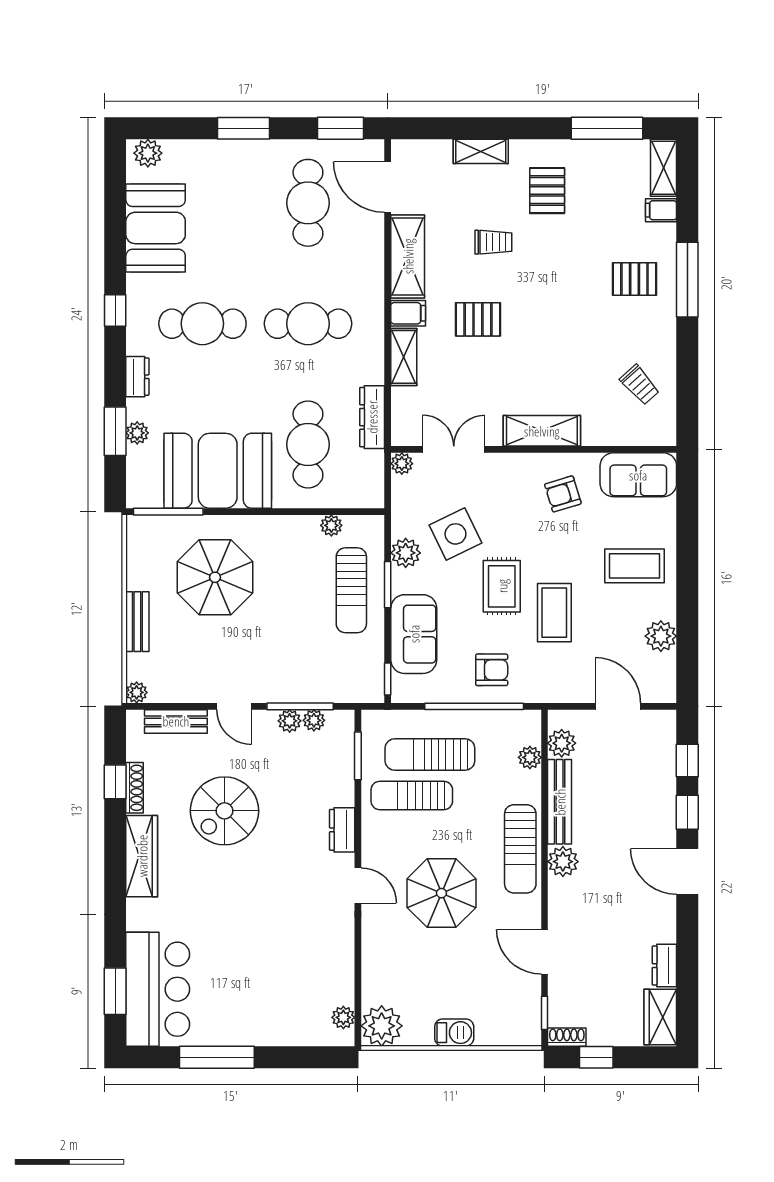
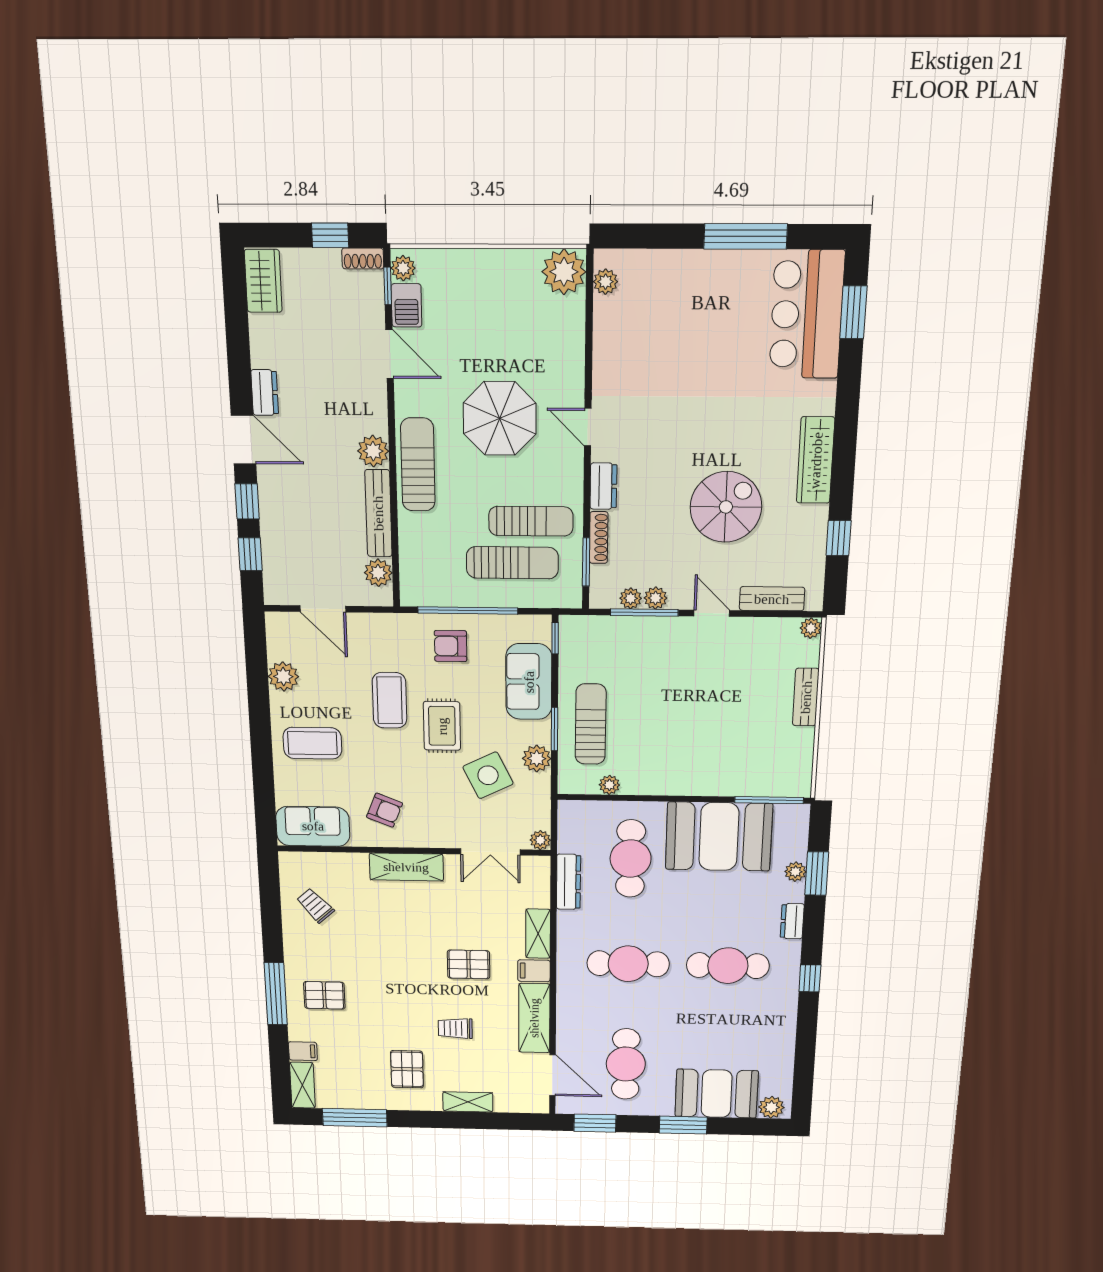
booth: (156, 228) -> (717, 1094), moved, turned 90
armchair: (563, 494) -> (385, 810), turned 39
parasol: (215, 577) -> (726, 738), removed
plant: (530, 757) -> (403, 268), moved
shoe rack: (135, 788) -> (599, 538), moved, turned 180
dresser: (664, 966) -> (265, 393), moved
barbecue: (454, 1033) -> (407, 305), moved, turned -90

